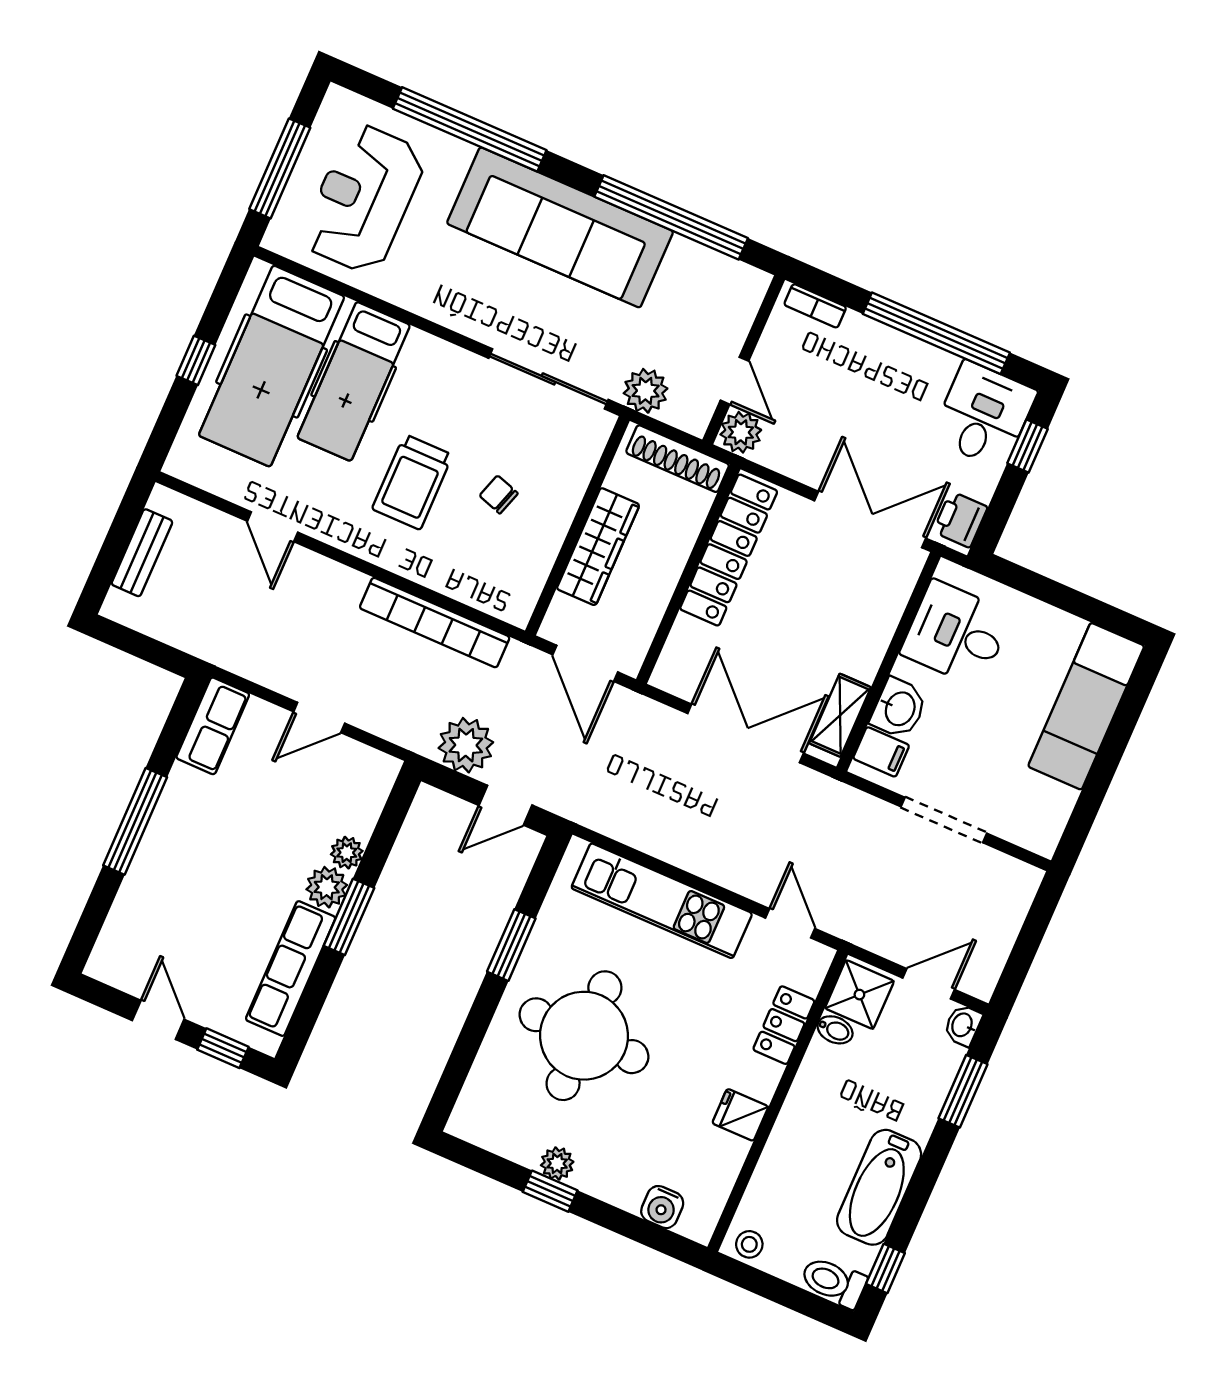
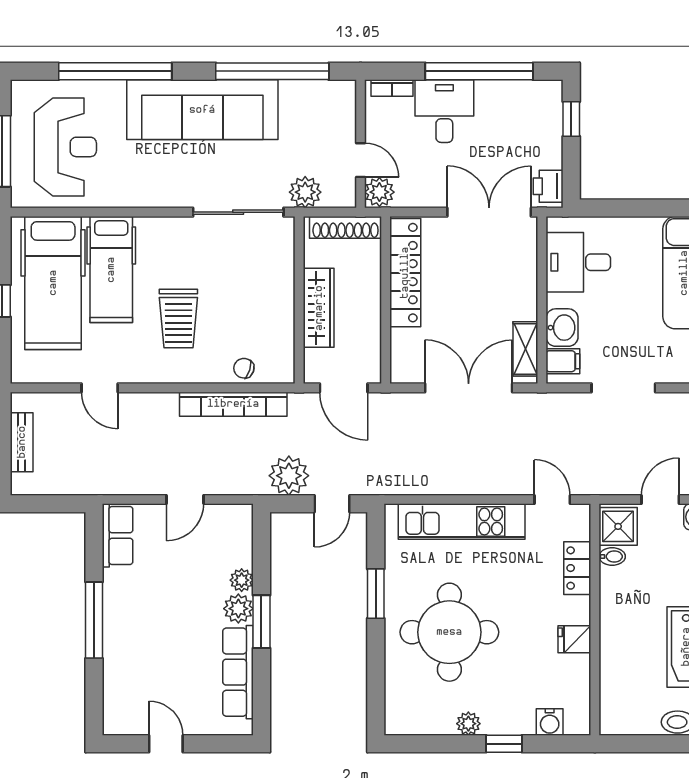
reception desk: (363, 199) -> (65, 147), turned 180
desk: (984, 415) -> (444, 111), moved
chair: (499, 494) -> (244, 368), moved
window: (223, 1048) -> (216, 744), removed
window: (550, 1191) -> (504, 744), moved
stool: (749, 1244) -> (617, 722), removed

